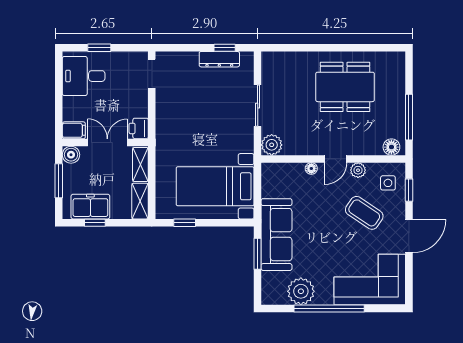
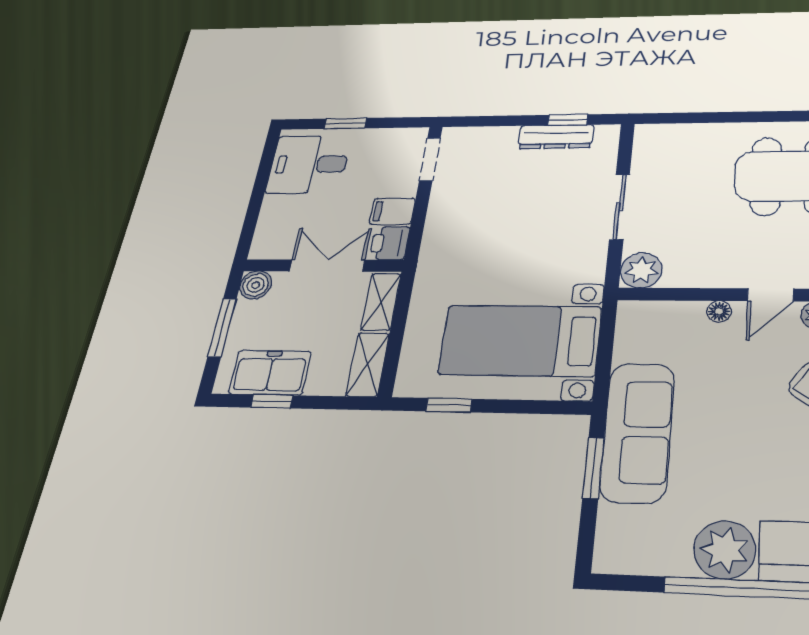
filing cabinet: (74, 130) -> (392, 211), moved, turned 180
plant: (301, 291) -> (725, 550), moved

